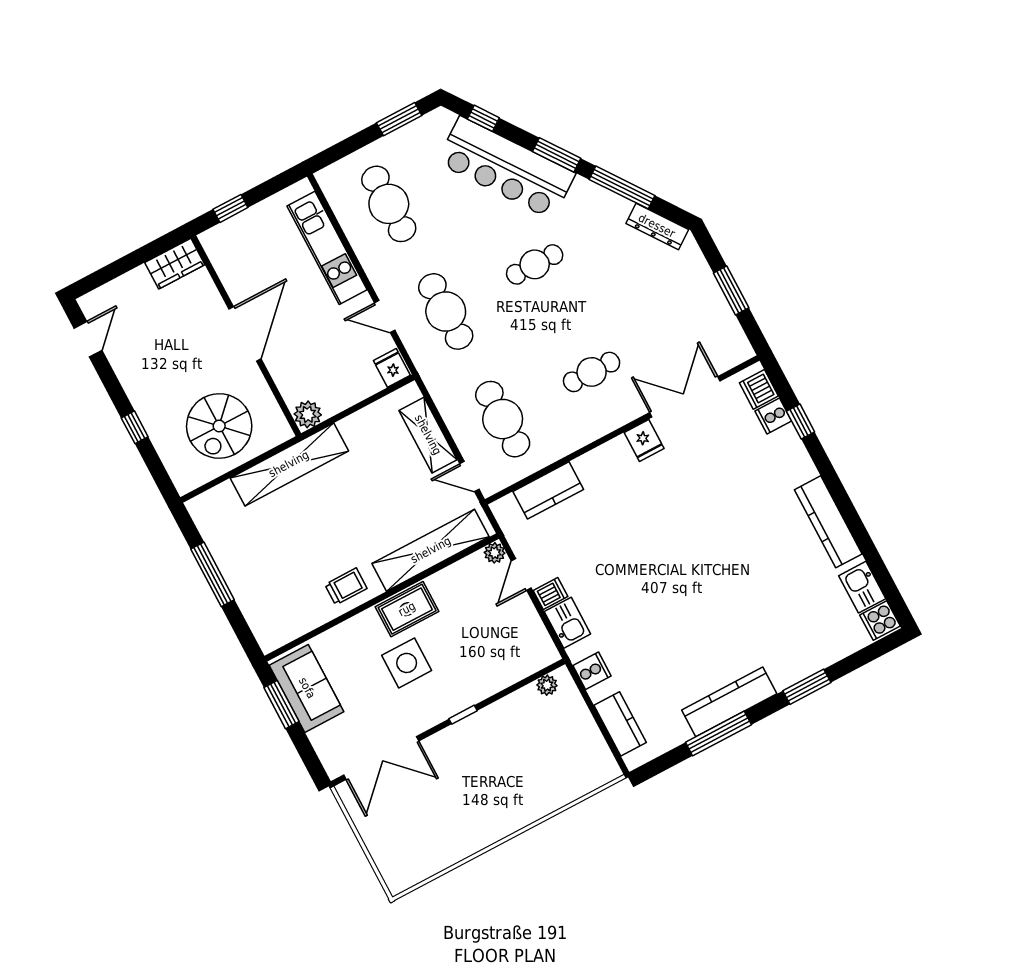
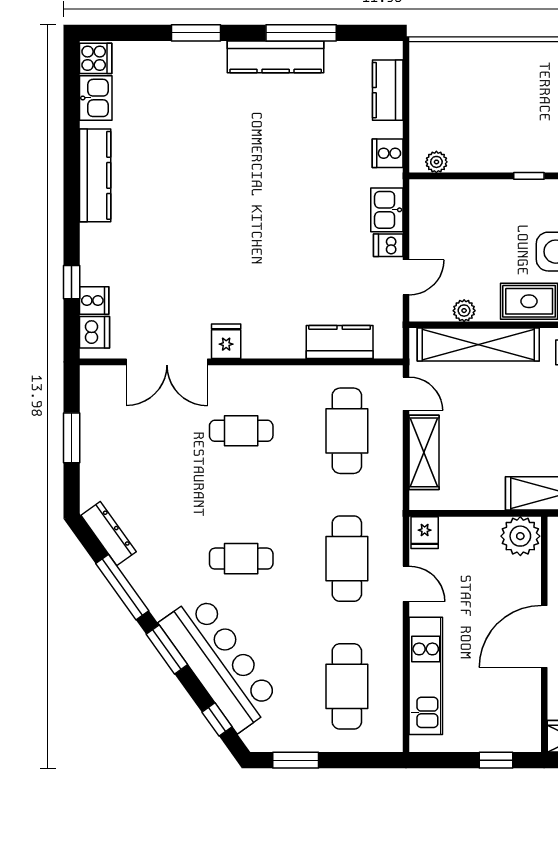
plant: (308, 414) -> (520, 536), width x1.36, depth x1.36
plant: (495, 553) -> (464, 311), moved

